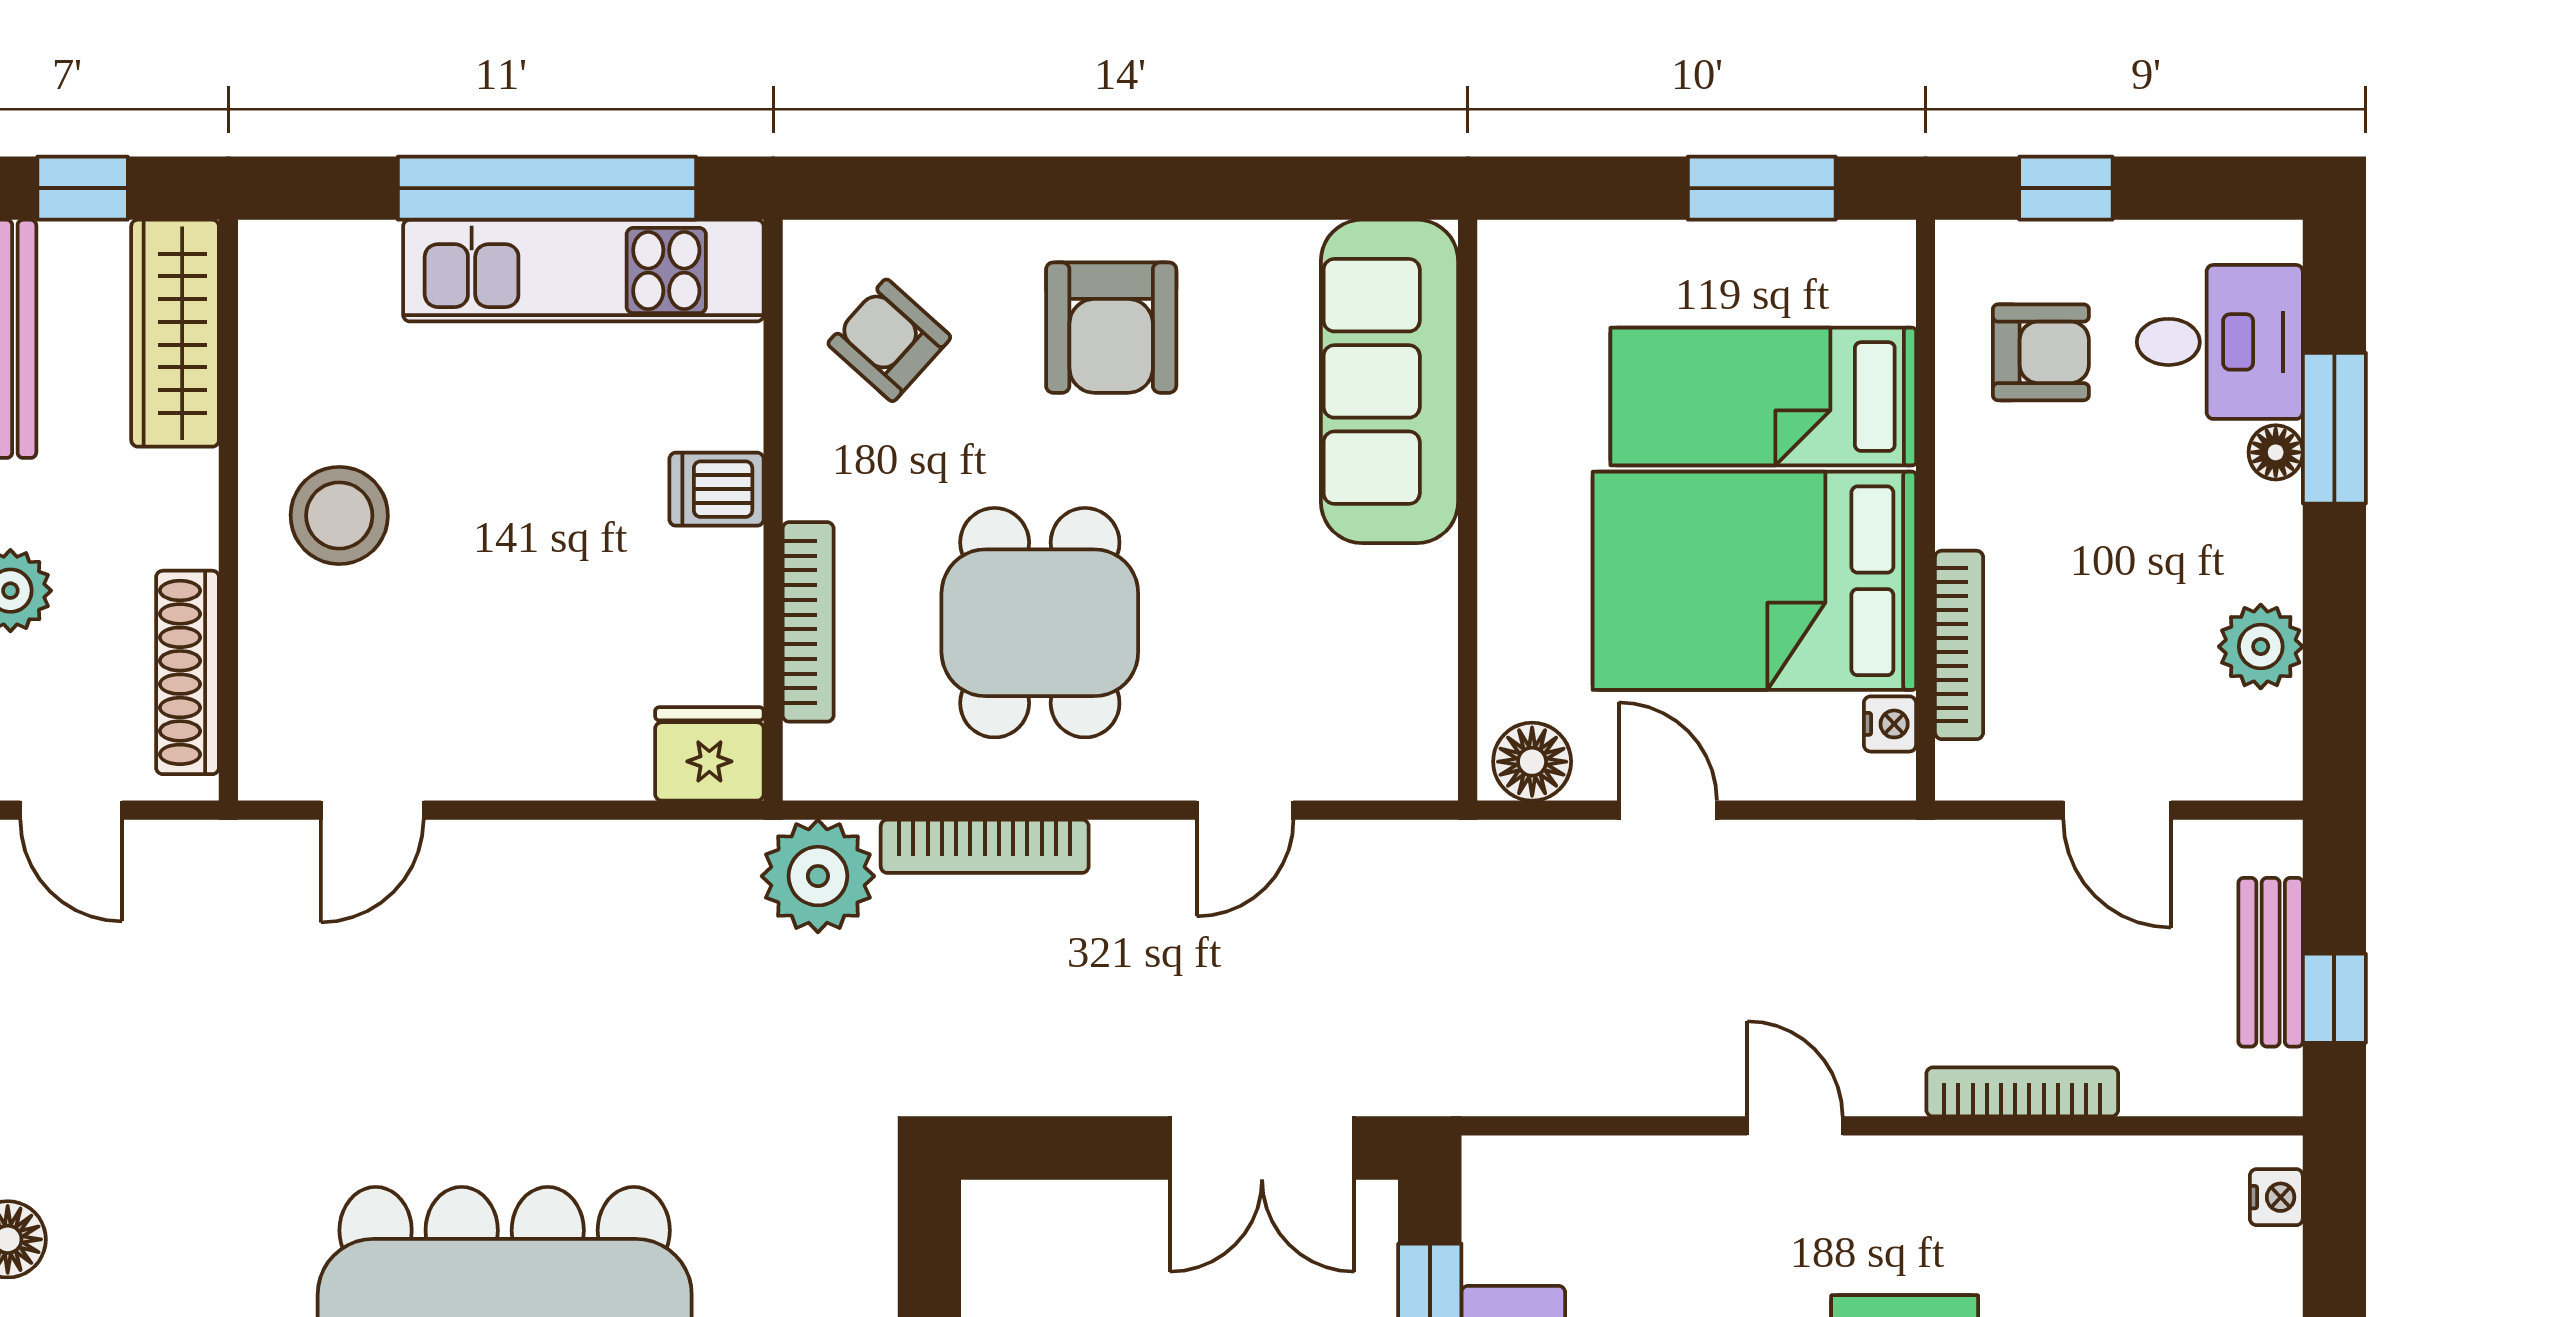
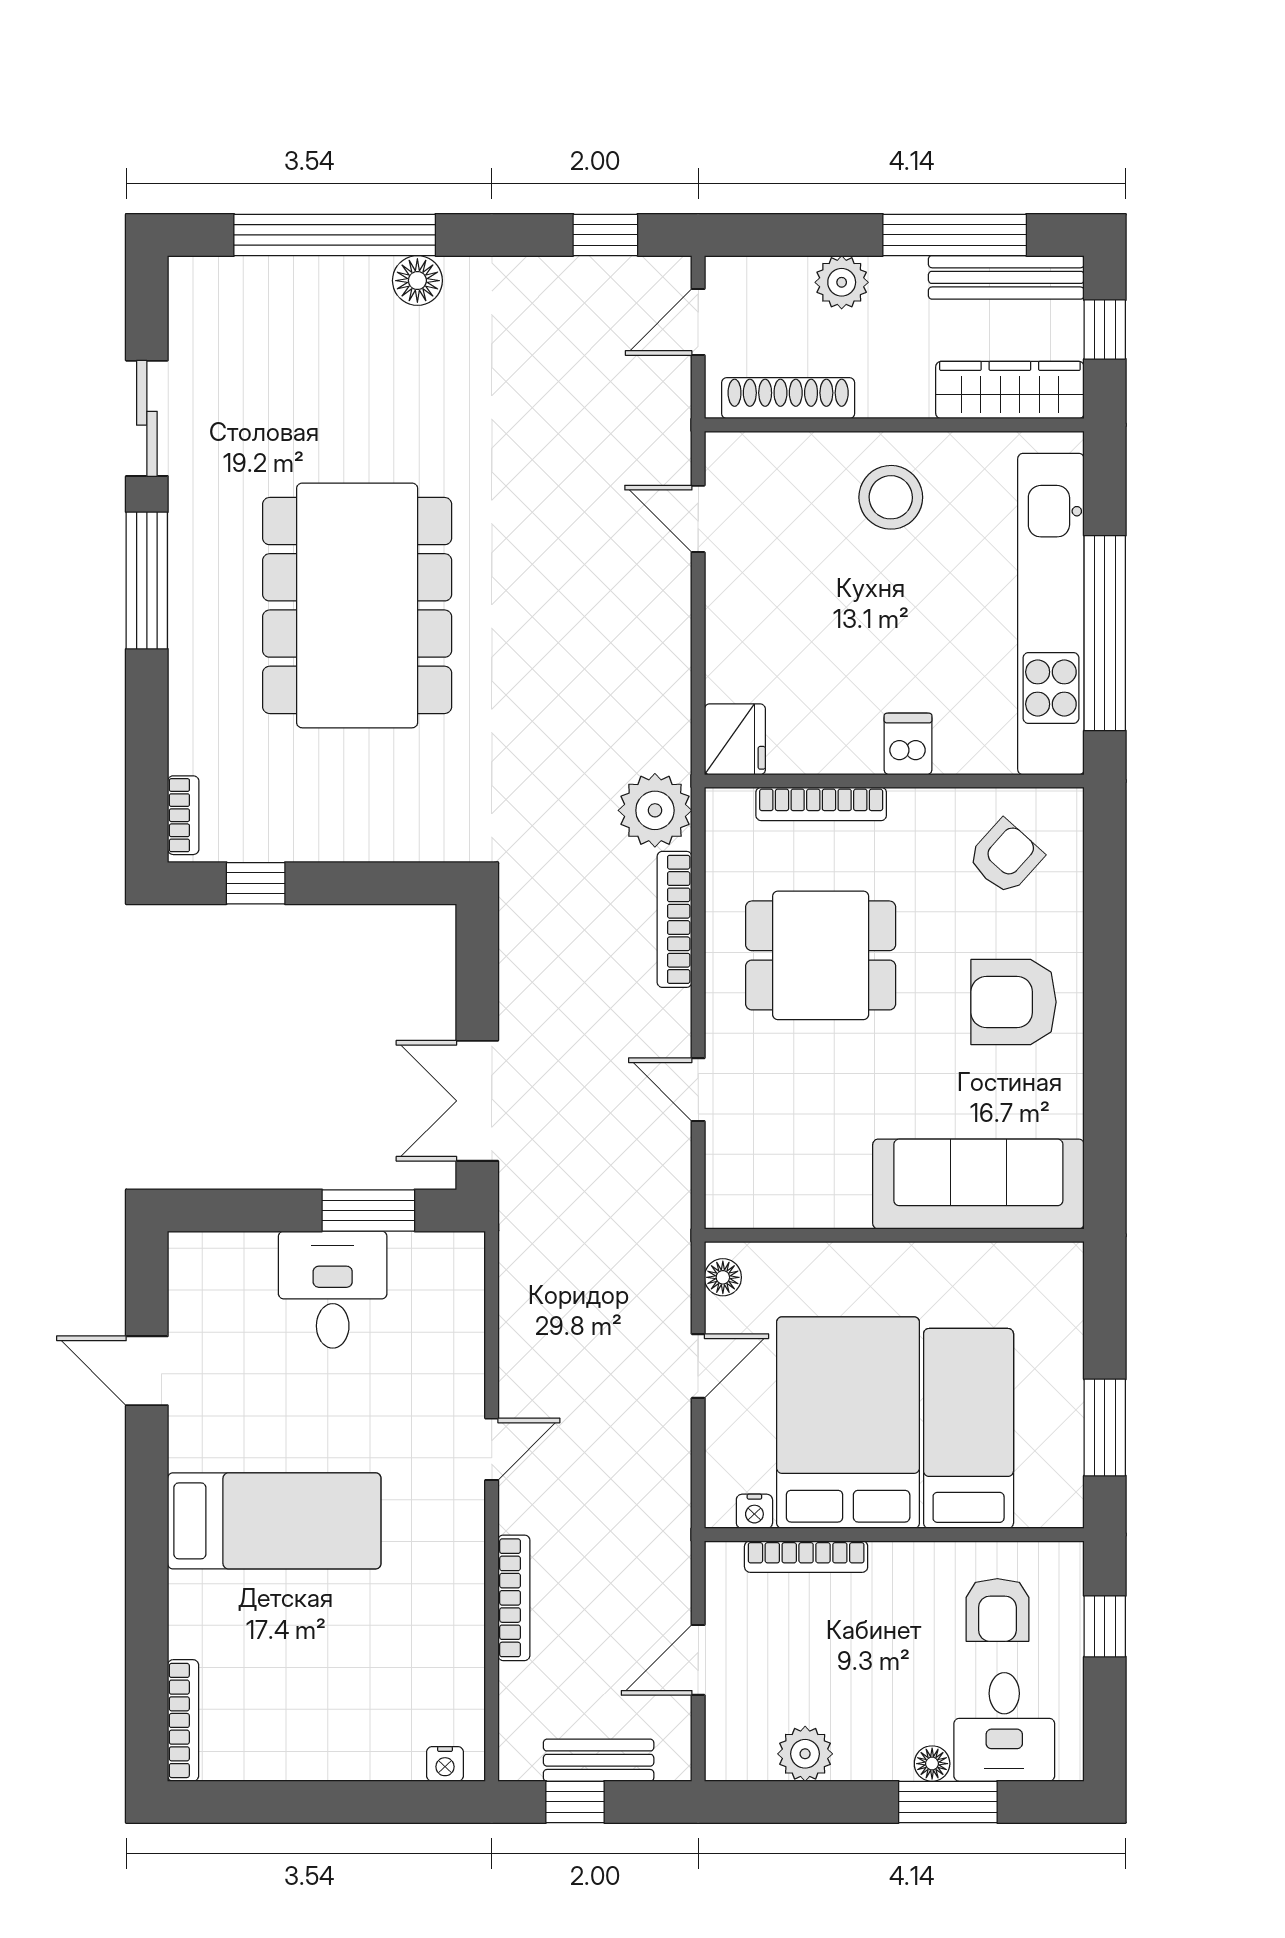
kitchen unit: (583, 271) -> (1051, 614), width x1.36
floor lamp: (1532, 762) -> (723, 1277), width x0.73, depth x0.73

